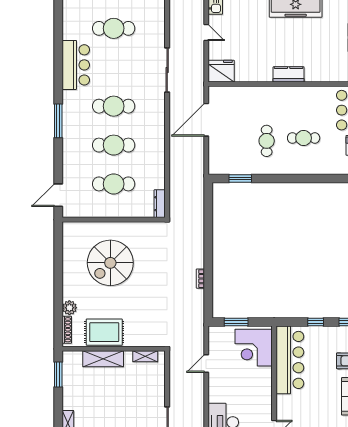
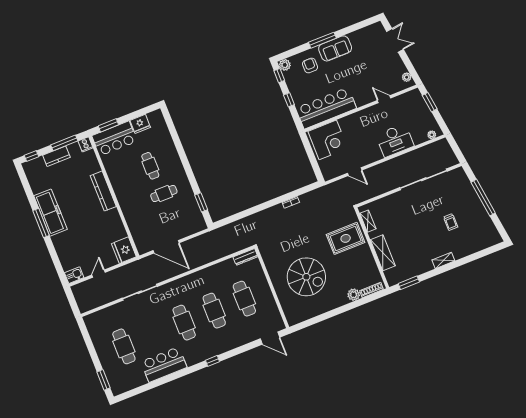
kitchen counter: (289, 74) -> (103, 191), width x1.50
window: (58, 121) -> (213, 361), width x0.46
window: (236, 322) -> (313, 161), removed
rug: (104, 332) -> (346, 238), moved, turned 90

